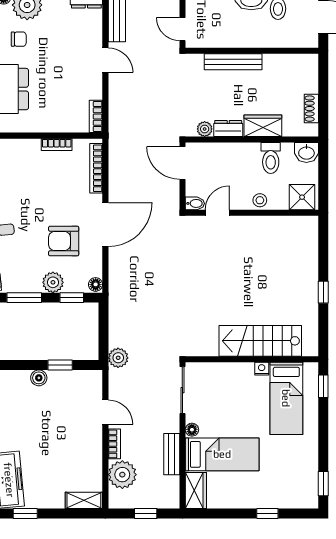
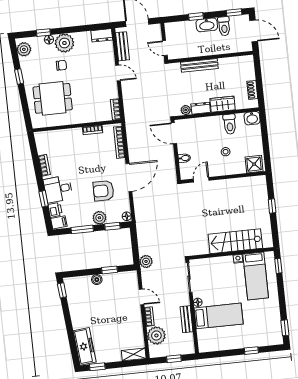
shower: (302, 197) -> (254, 164), moved
door: (217, 213) -> (201, 180), moved
wall: (252, 213) -> (223, 177), moved
wardrobe: (196, 491) -> (204, 341), removed

